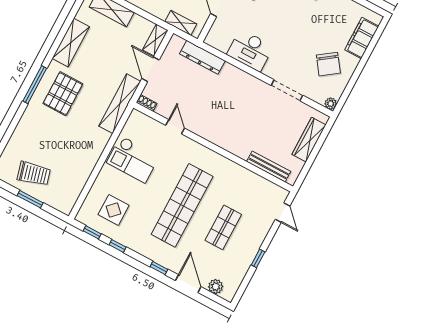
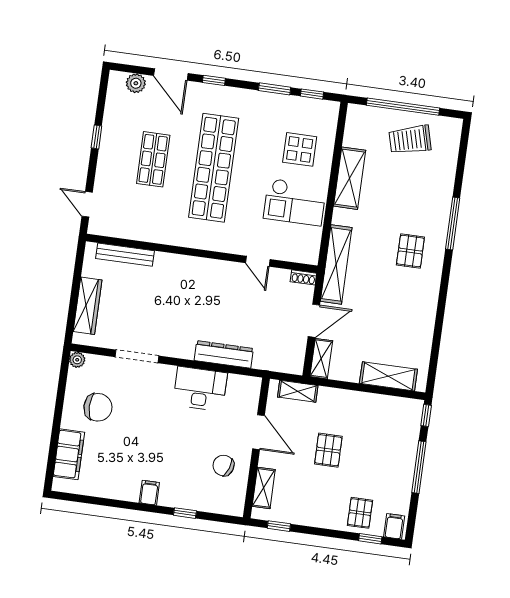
shelving: (71, 43) -> (350, 178), moved
dresser: (202, 57) -> (224, 354), moved
chair: (328, 64) -> (98, 407), turned 126
door: (151, 69) -> (314, 321), hinge flipped
window: (35, 85) -> (453, 223), moved
pallet: (63, 94) -> (410, 251), width x0.67, depth x0.71
checkout: (133, 159) -> (295, 202), turned 180
window: (30, 199) -> (403, 107), width x2.11
display table: (114, 210) -> (300, 149), moved
window: (118, 246) -> (275, 89), width x1.50

